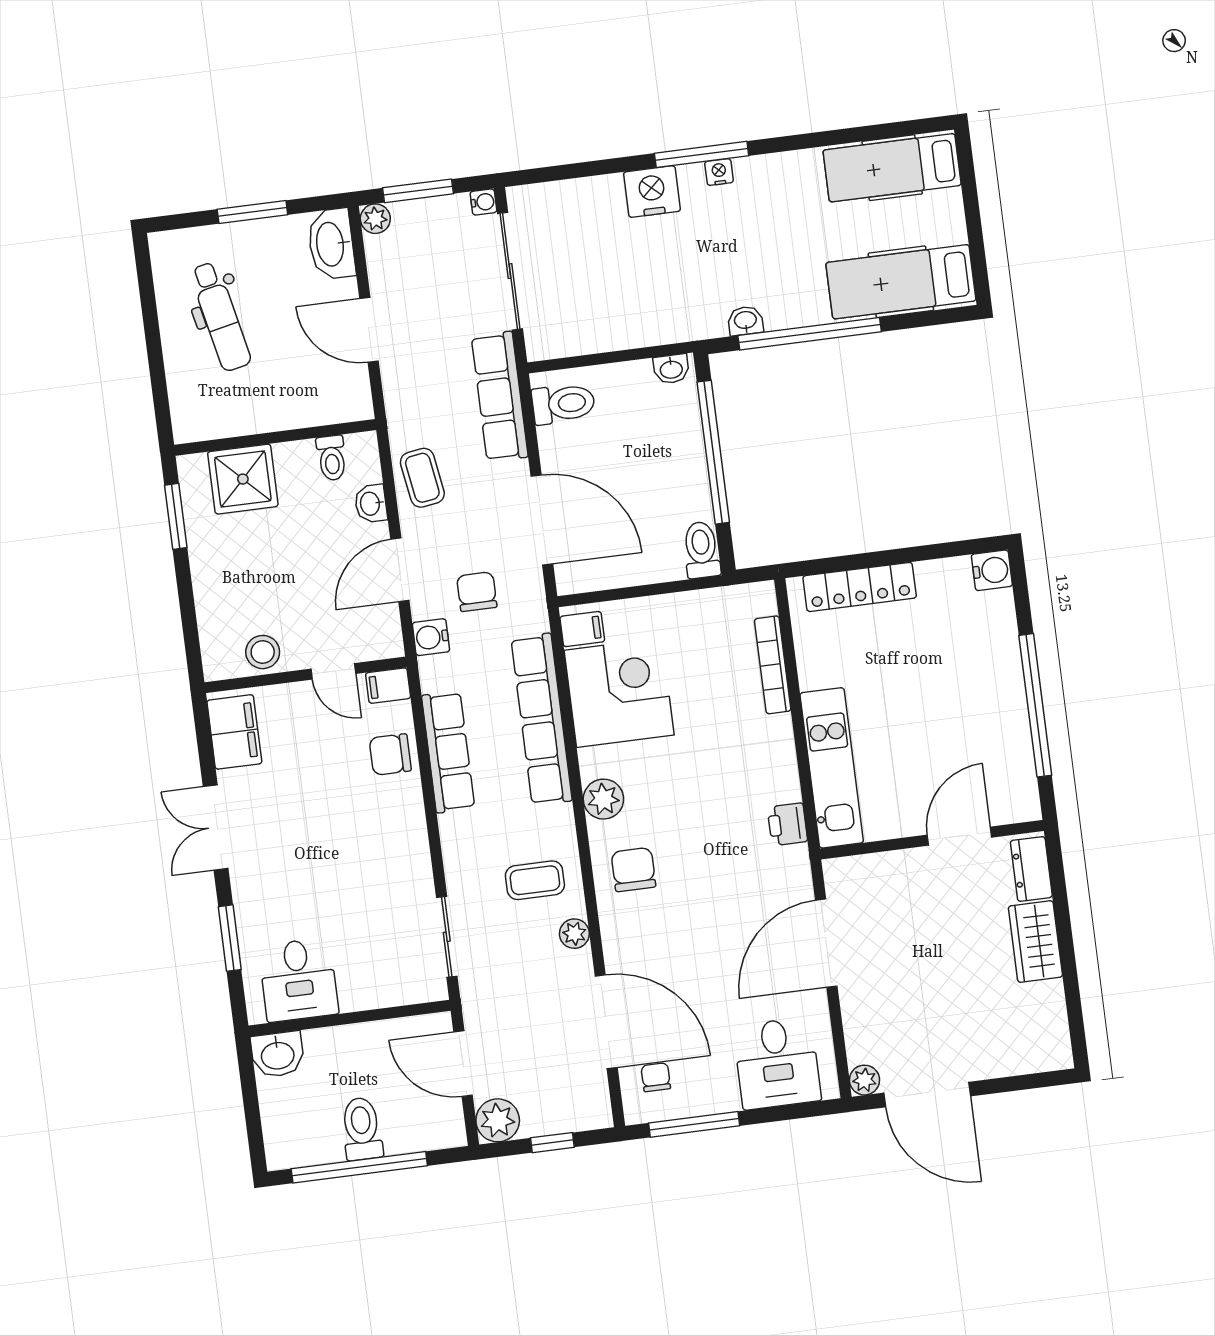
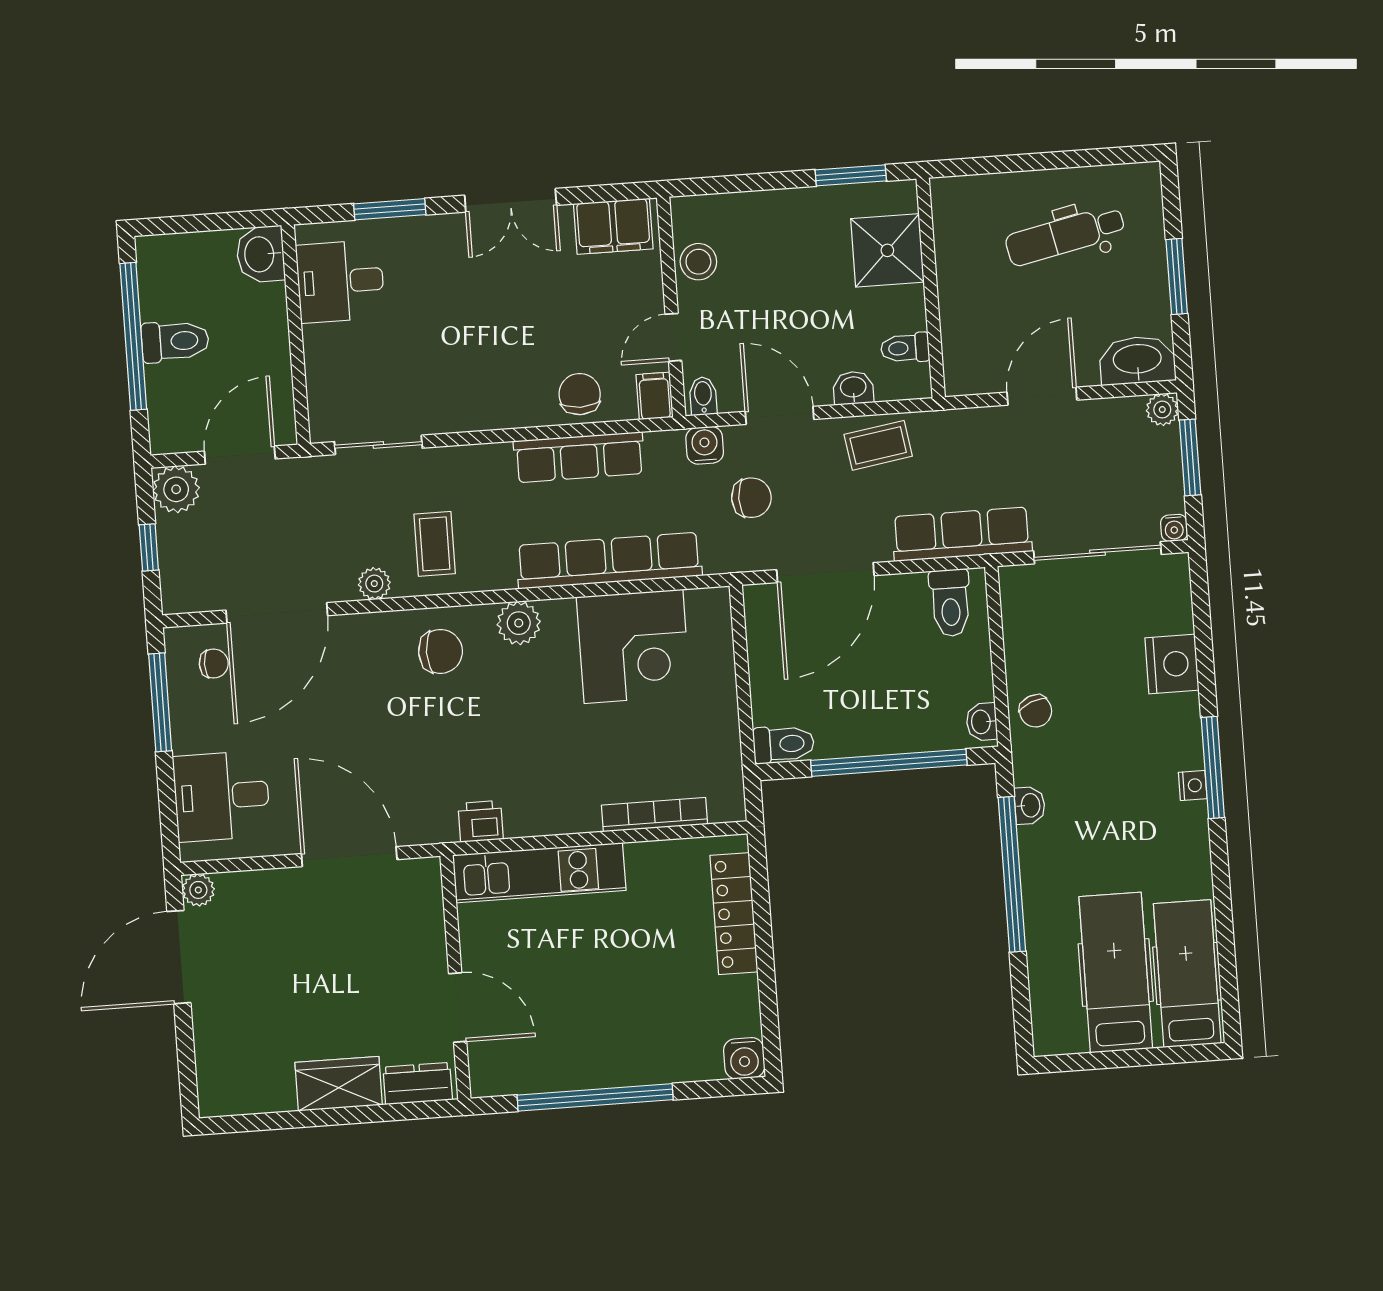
nightstand: (652, 192) -> (1172, 664), moved
hospital bed: (901, 282) -> (1116, 973), moved
chair: (658, 320) -> (1036, 711), added
filing cabinet: (582, 629) -> (704, 610), removed
bidet: (386, 641) -> (703, 396), added
double door: (216, 828) -> (511, 200), swing flipped

